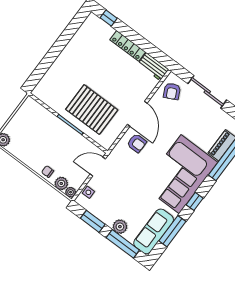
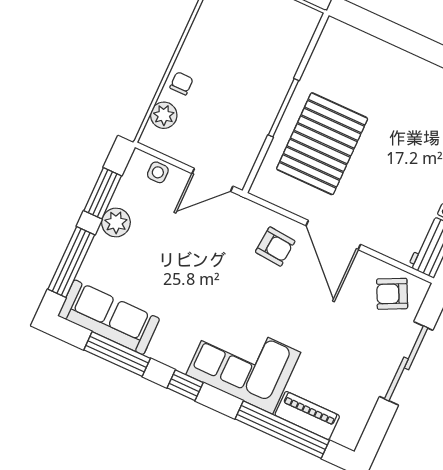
door: (137, 114) -> (333, 235), hinge flipped
armchair: (137, 143) -> (275, 247), turned -85
door: (98, 167) -> (213, 180), swing flipped
corner sofa: (180, 174) -> (243, 363), width x0.73, depth x0.74
plant: (71, 192) -> (151, 137), removed
plant: (120, 227) -> (116, 222), moved

